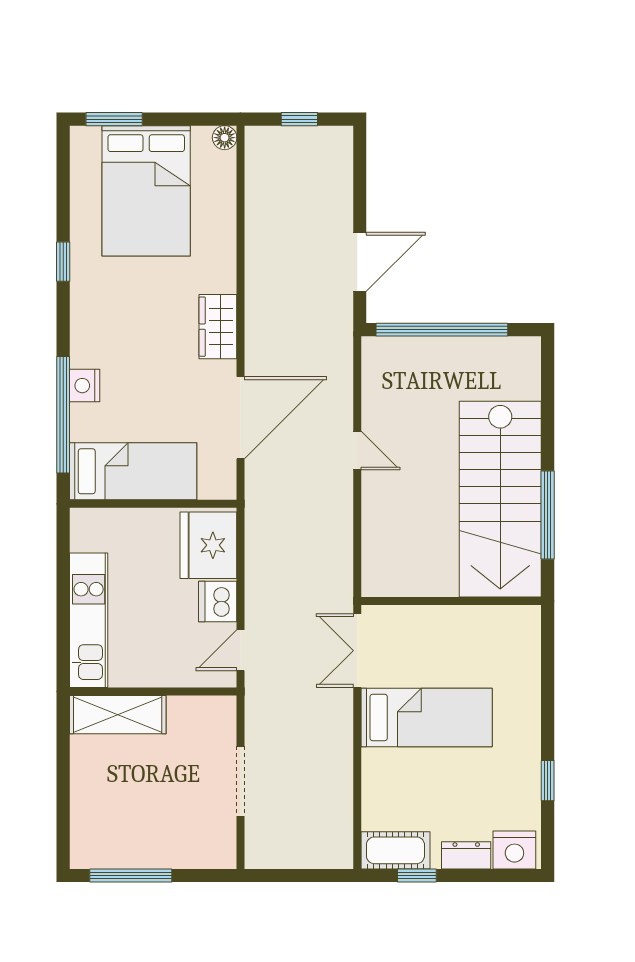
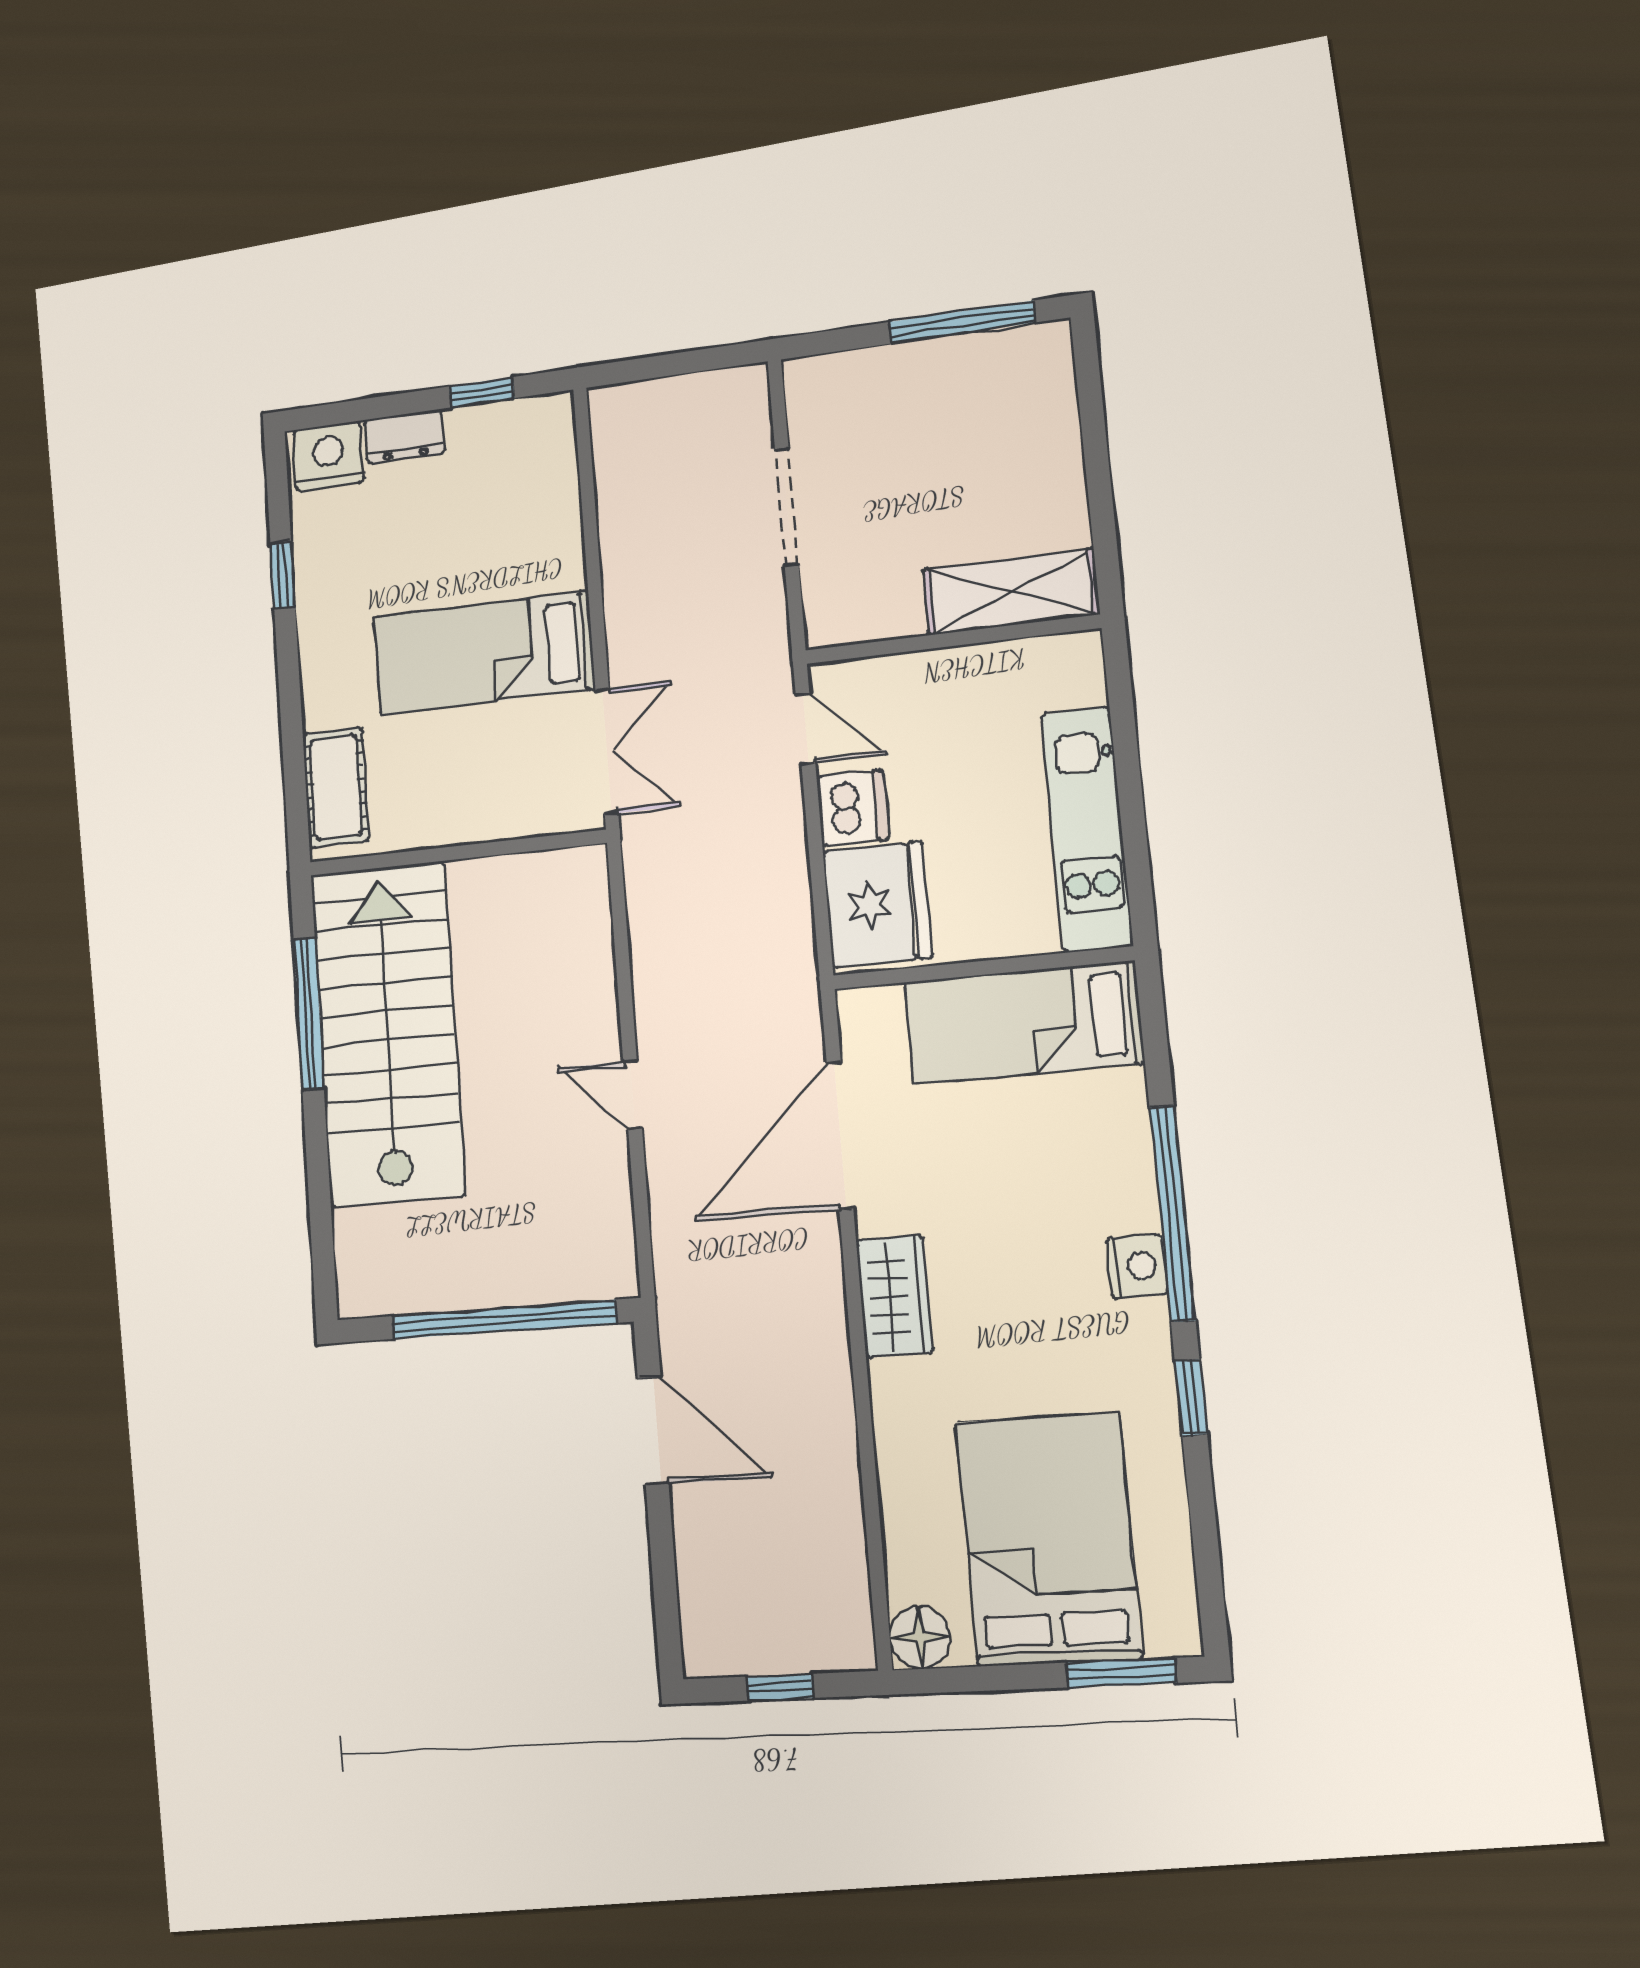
floor lamp: (225, 138) -> (920, 1638), width x1.37, depth x1.37
door: (360, 262) -> (653, 1431), swing flipped
nightstand: (85, 386) -> (1137, 1266), moved
window: (63, 415) -> (1172, 1213), moved
kitchen unit: (89, 620) -> (1087, 829), moved
door: (241, 650) -> (805, 729), hinge flipped
cot: (395, 850) -> (336, 788), moved, turned 90

